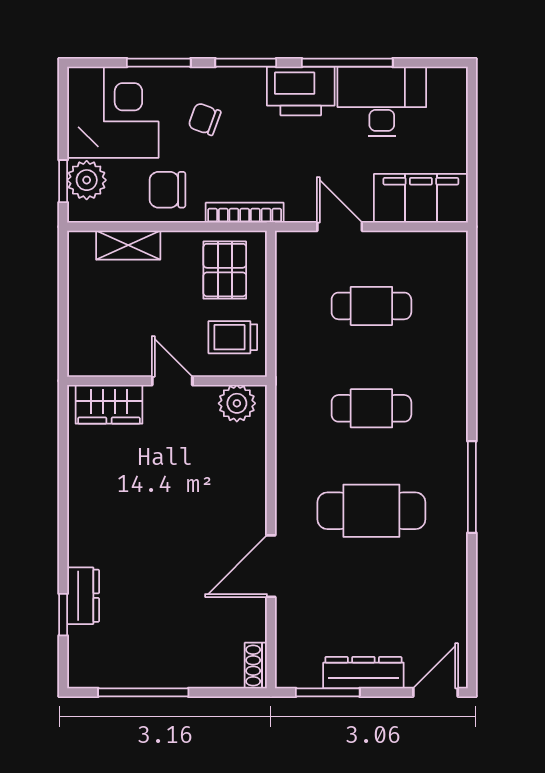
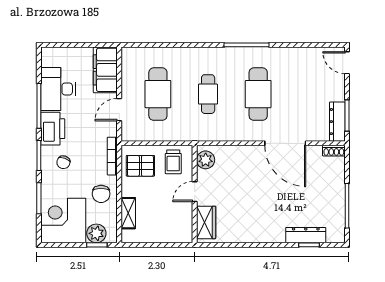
chair: (204, 119) -> (63, 162), moved
cafe table: (371, 306) -> (158, 94), width x1.37, depth x1.35
door: (271, 566) -> (285, 143), width x1.36
dresser: (83, 596) -> (306, 235), width x1.44
dresser: (363, 673) -> (337, 122), moved

